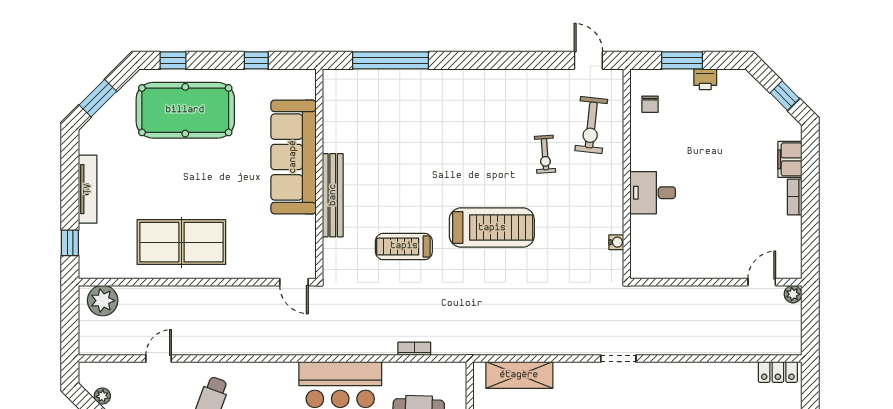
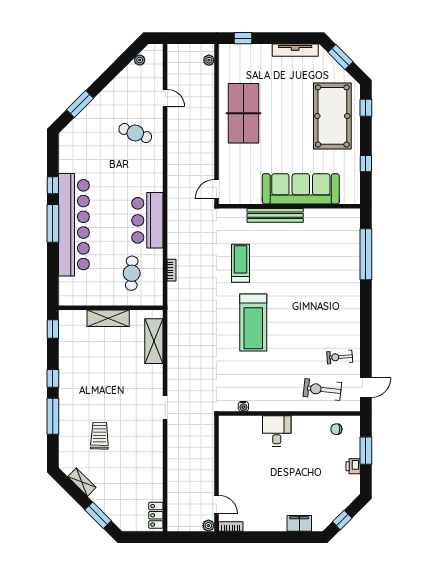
exercise bike: (545, 154) -> (340, 357), moved
tv unit: (88, 189) -> (295, 50), moved
bookcase: (795, 197) -> (231, 527), moved
plant: (103, 301) -> (209, 60), width x0.53, depth x0.53

